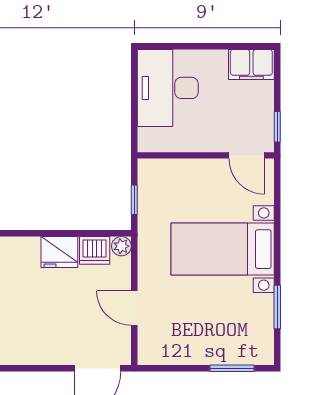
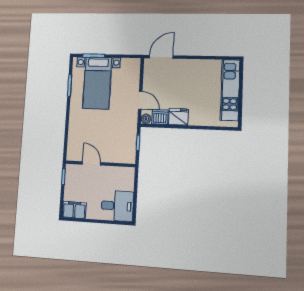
desk: (168, 88) -> (117, 206), width x0.73
door: (247, 155) -> (91, 163), moved
bed with nightstands: (223, 249) -> (97, 83), moved, turned 90
door: (134, 308) -> (140, 100), moved

